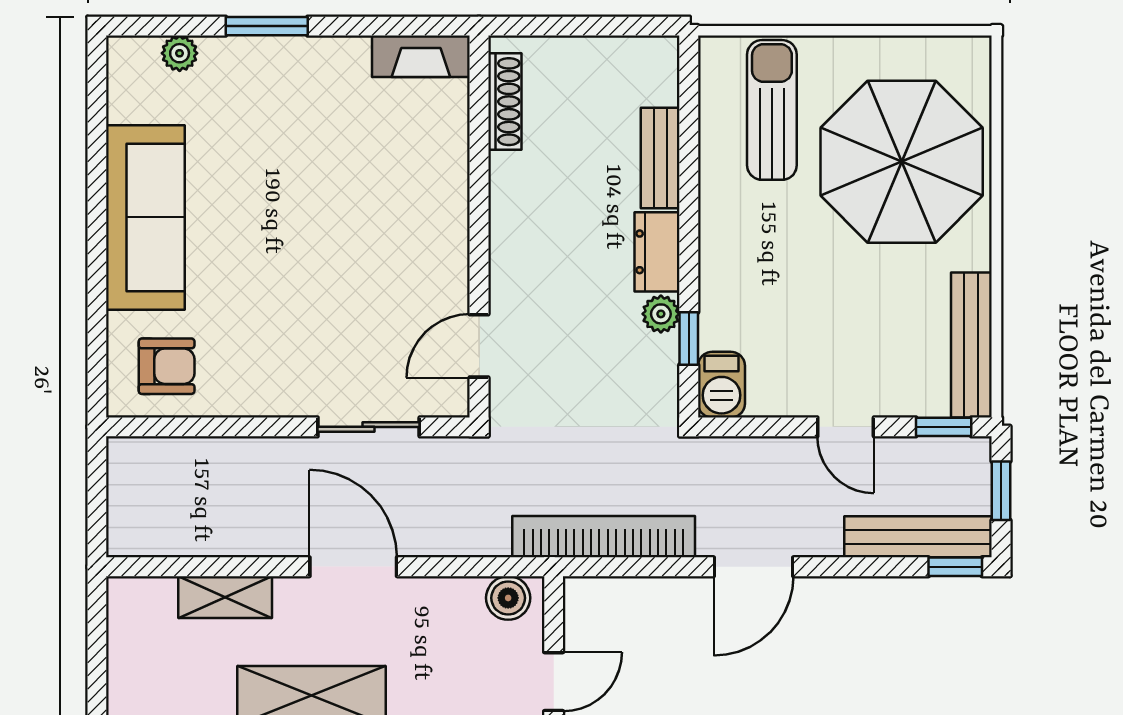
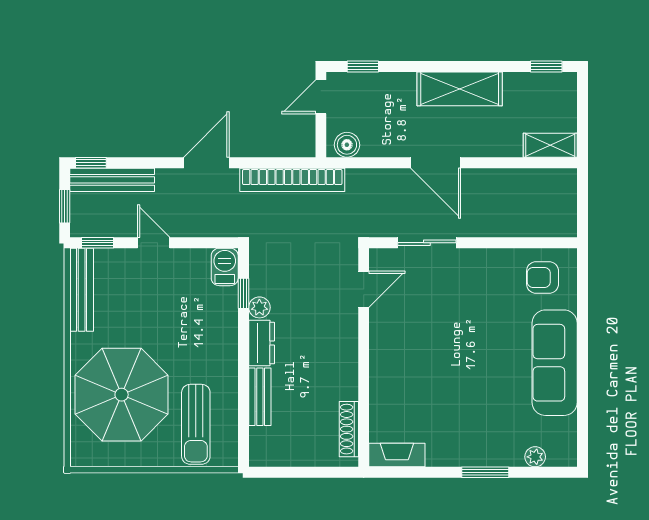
shelving: (225, 597) -> (550, 145), moved

